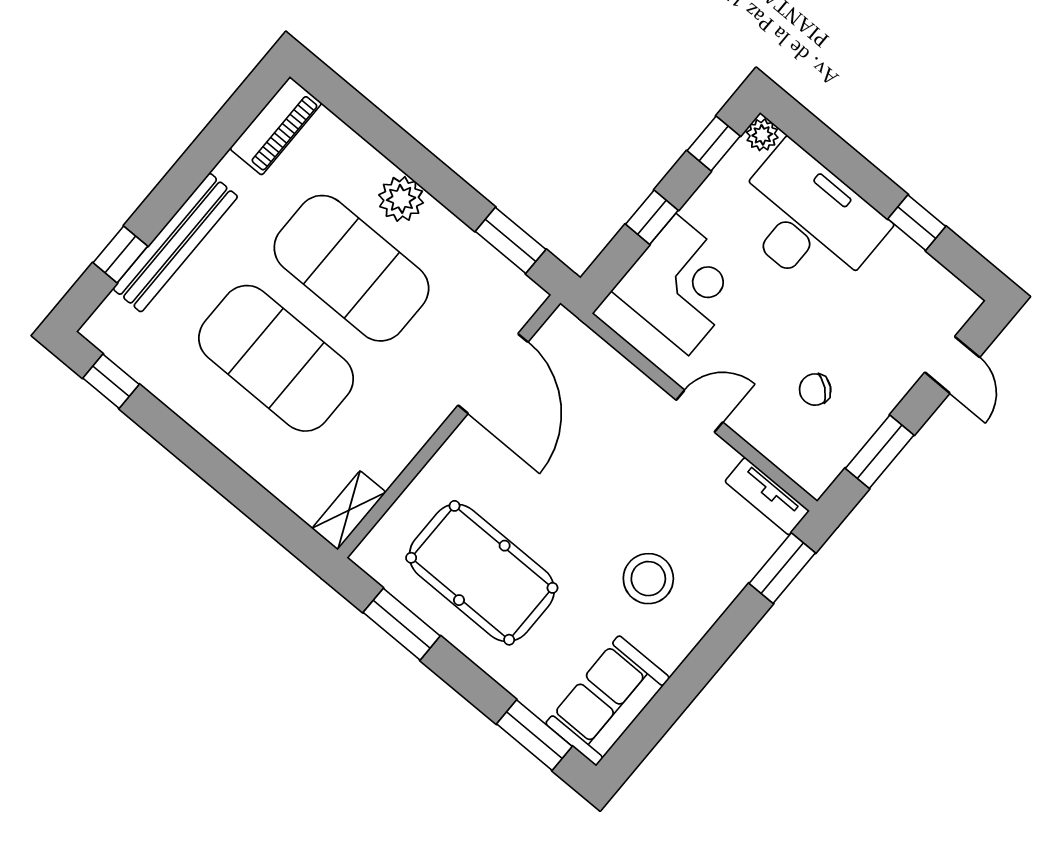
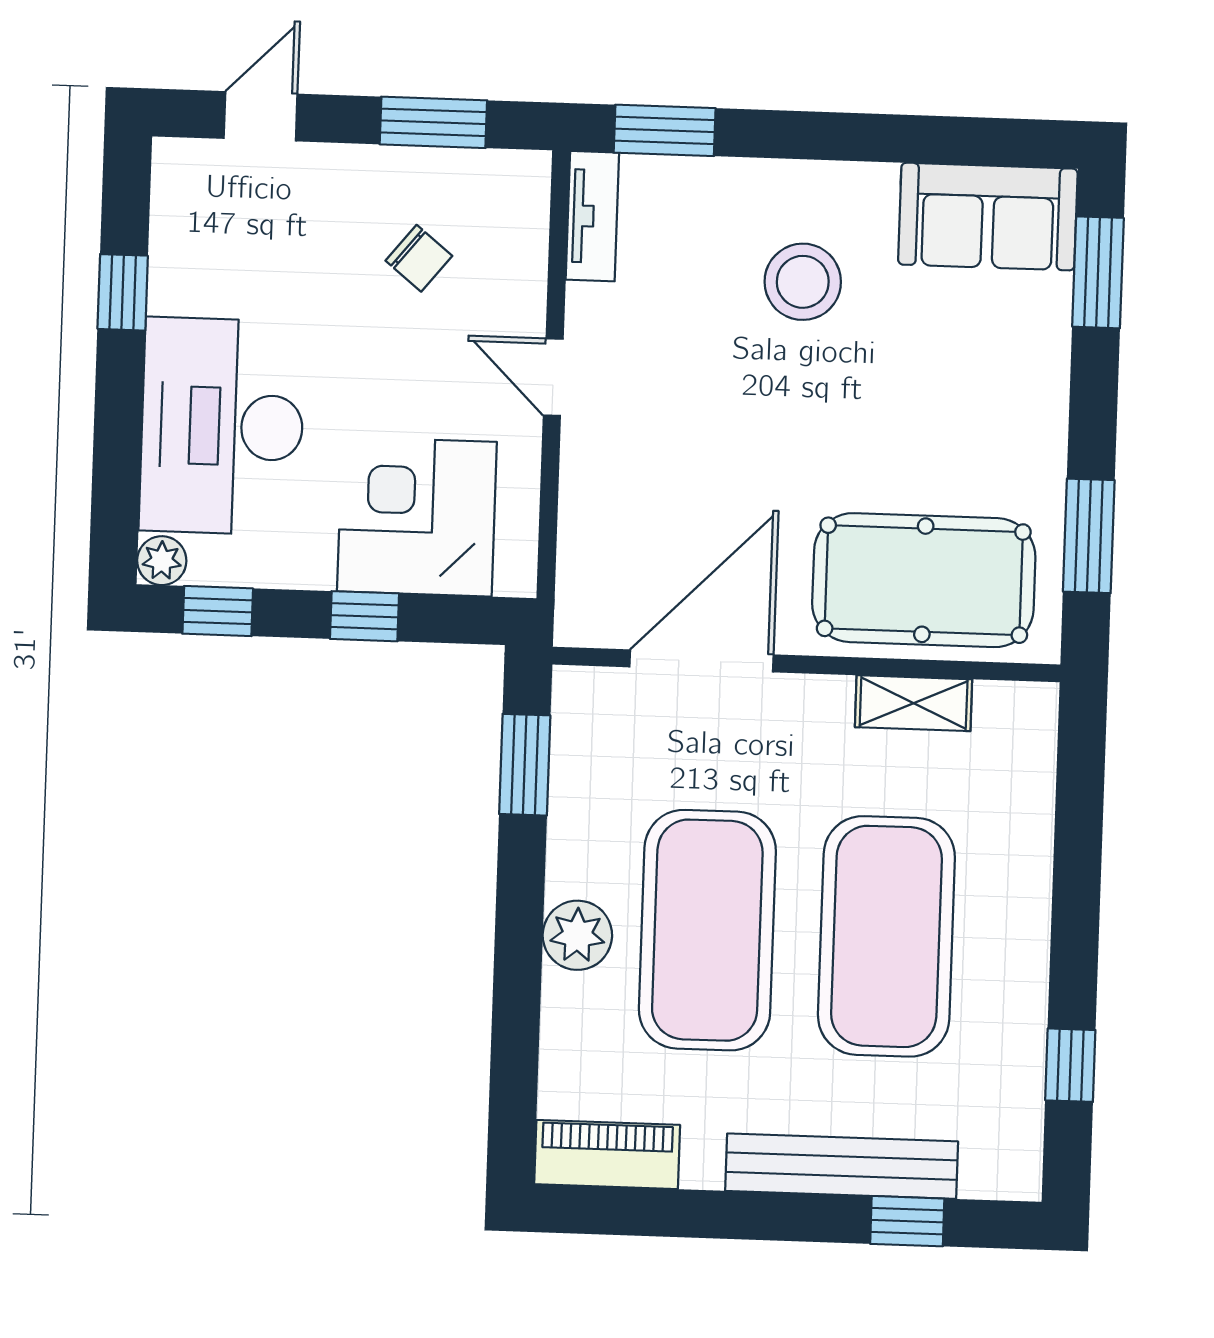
window: (111, 381) -> (1070, 1065), moved
shelving: (349, 510) -> (914, 703), moved
pool table: (482, 573) -> (924, 580), moved, turned 90

